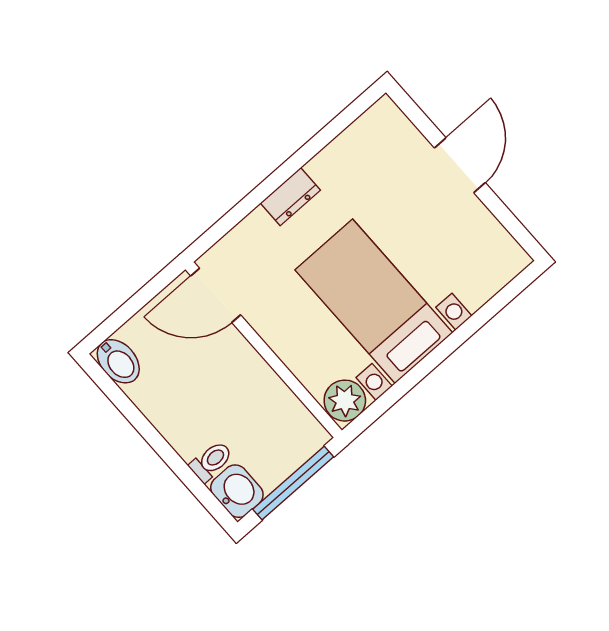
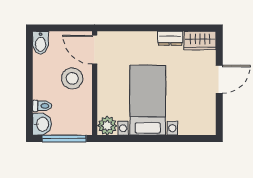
wardrobe: (373, 130) -> (200, 40), added
dresser: (290, 197) -> (170, 38), moved
stool: (221, 374) -> (72, 78), added

